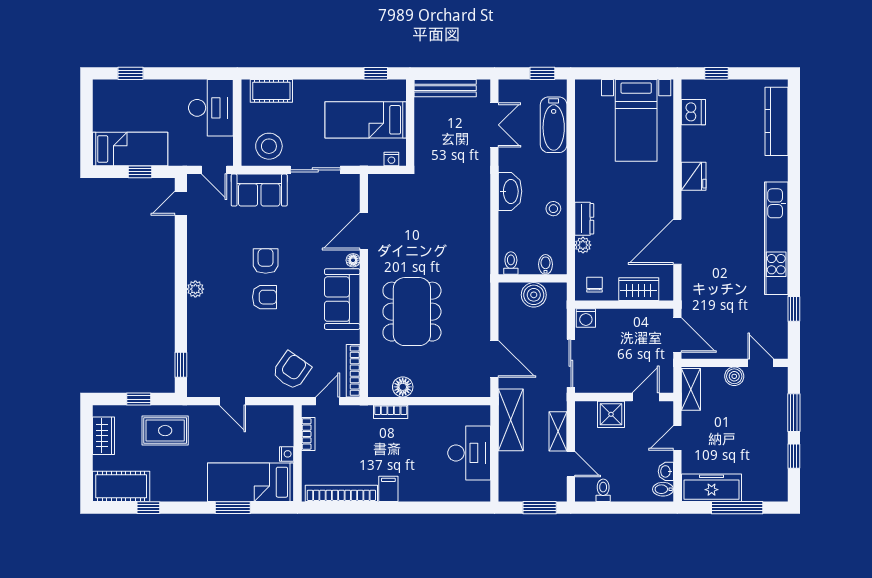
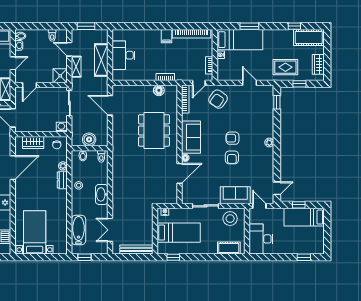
shower: (611, 414) -> (60, 76), moved
shelving: (511, 420) -> (101, 60), moved

